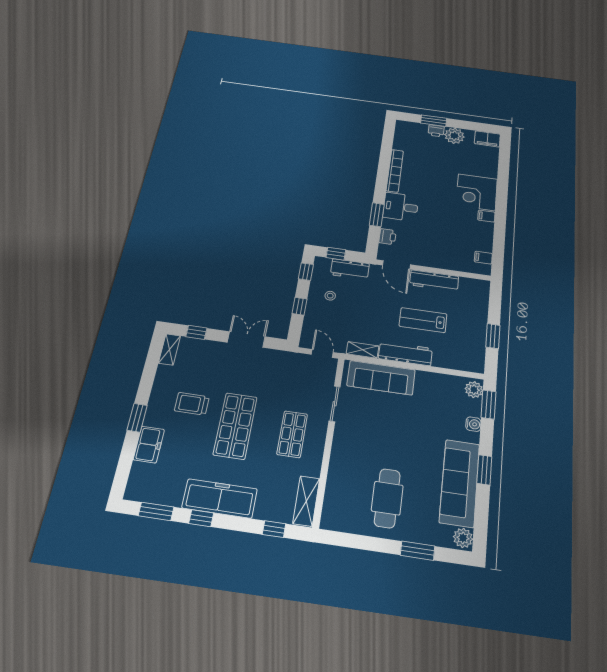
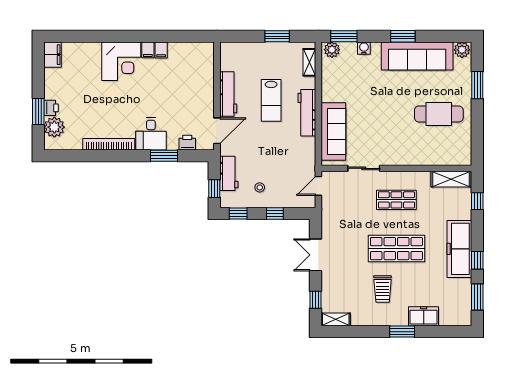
plant: (454, 136) -> (54, 127), moved
filing cabinet: (483, 258) -> (161, 50), moved
shelving: (363, 350) -> (309, 62), moved

